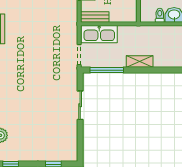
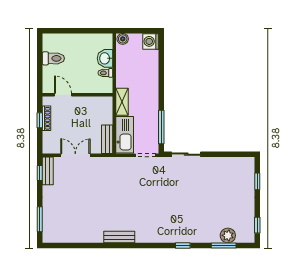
shelving: (140, 61) -> (122, 102), moved
sliding door: (80, 105) -> (186, 154), moved

